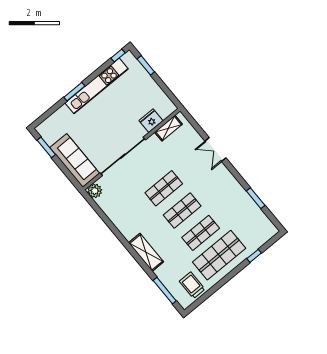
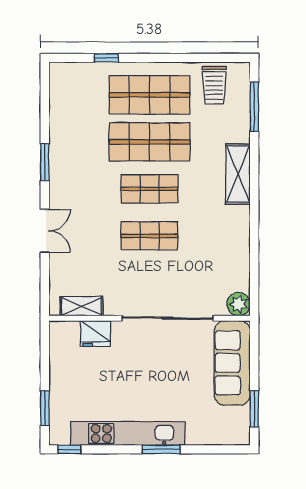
window: (256, 198) -> (45, 162), moved
shop shelf: (201, 233) -> (149, 142), width x1.43, depth x1.36

